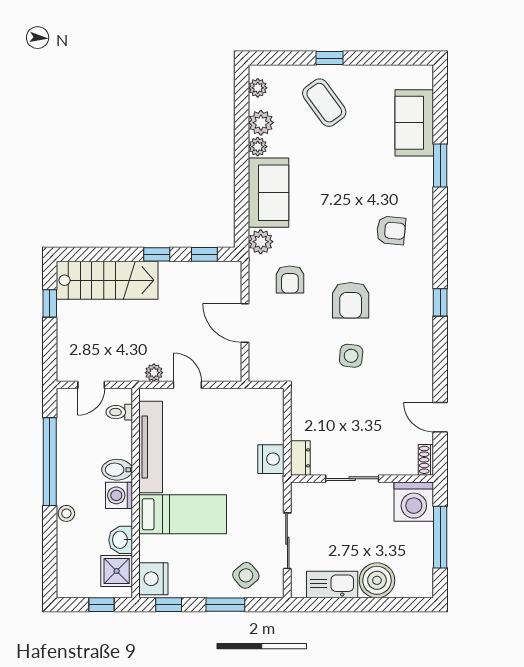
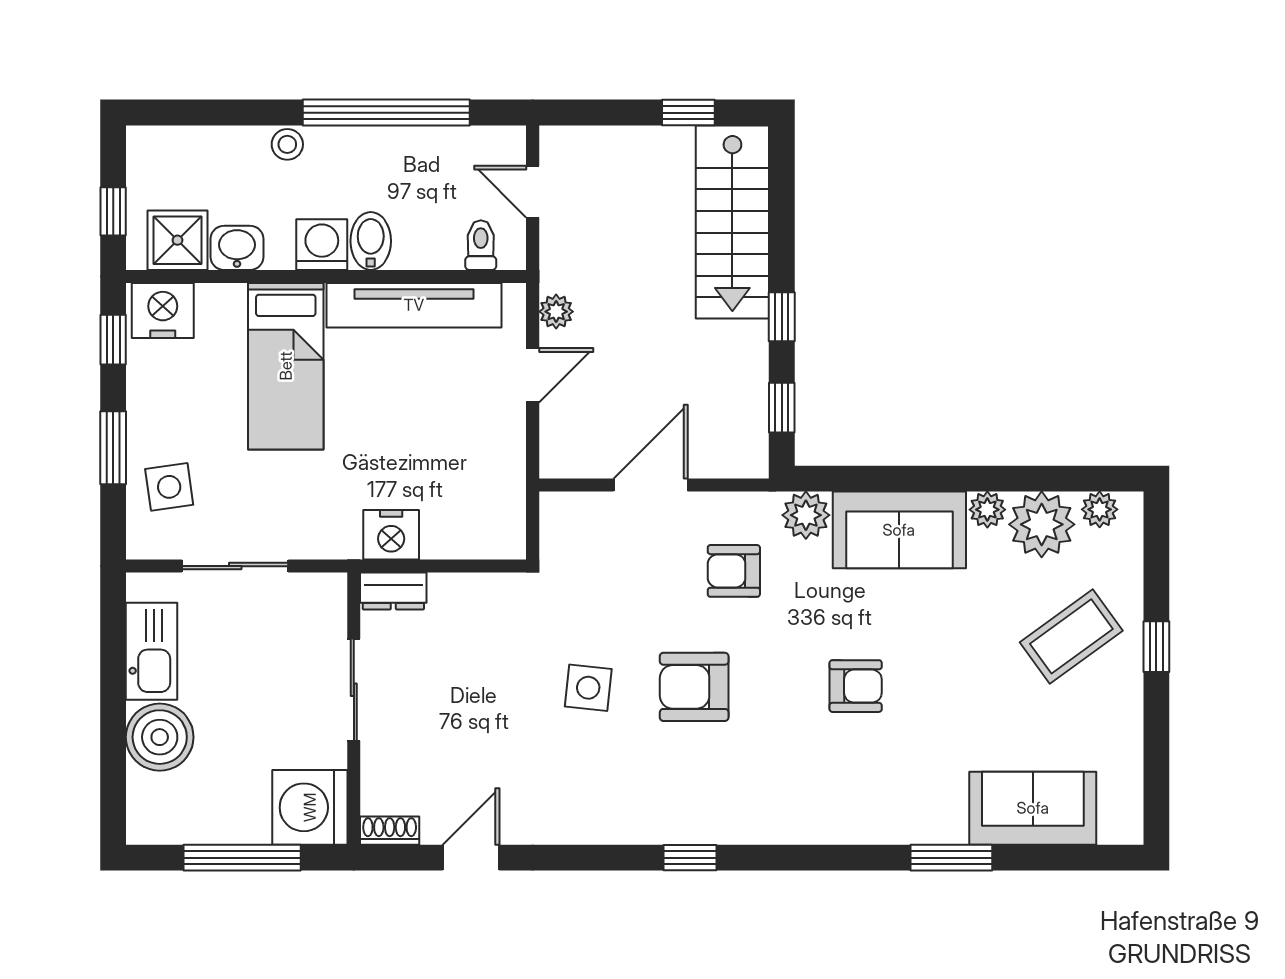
plant: (261, 123) -> (1042, 524), width x1.36, depth x1.36
armchair: (391, 230) -> (856, 686), moved, turned -95
side table: (246, 575) -> (169, 487), turned 32

